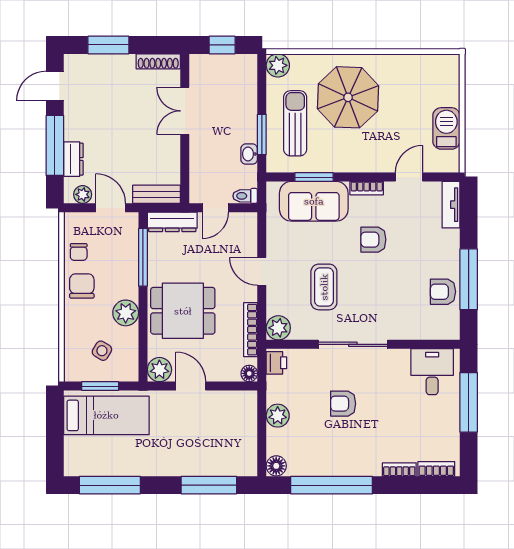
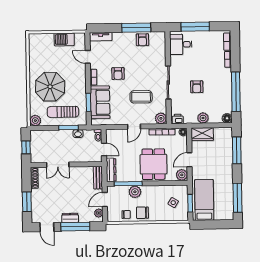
dresser: (73, 159) -> (70, 218), moved
plant: (126, 313) -> (135, 192), moved
wardrobe: (244, 414) -> (202, 134), added

